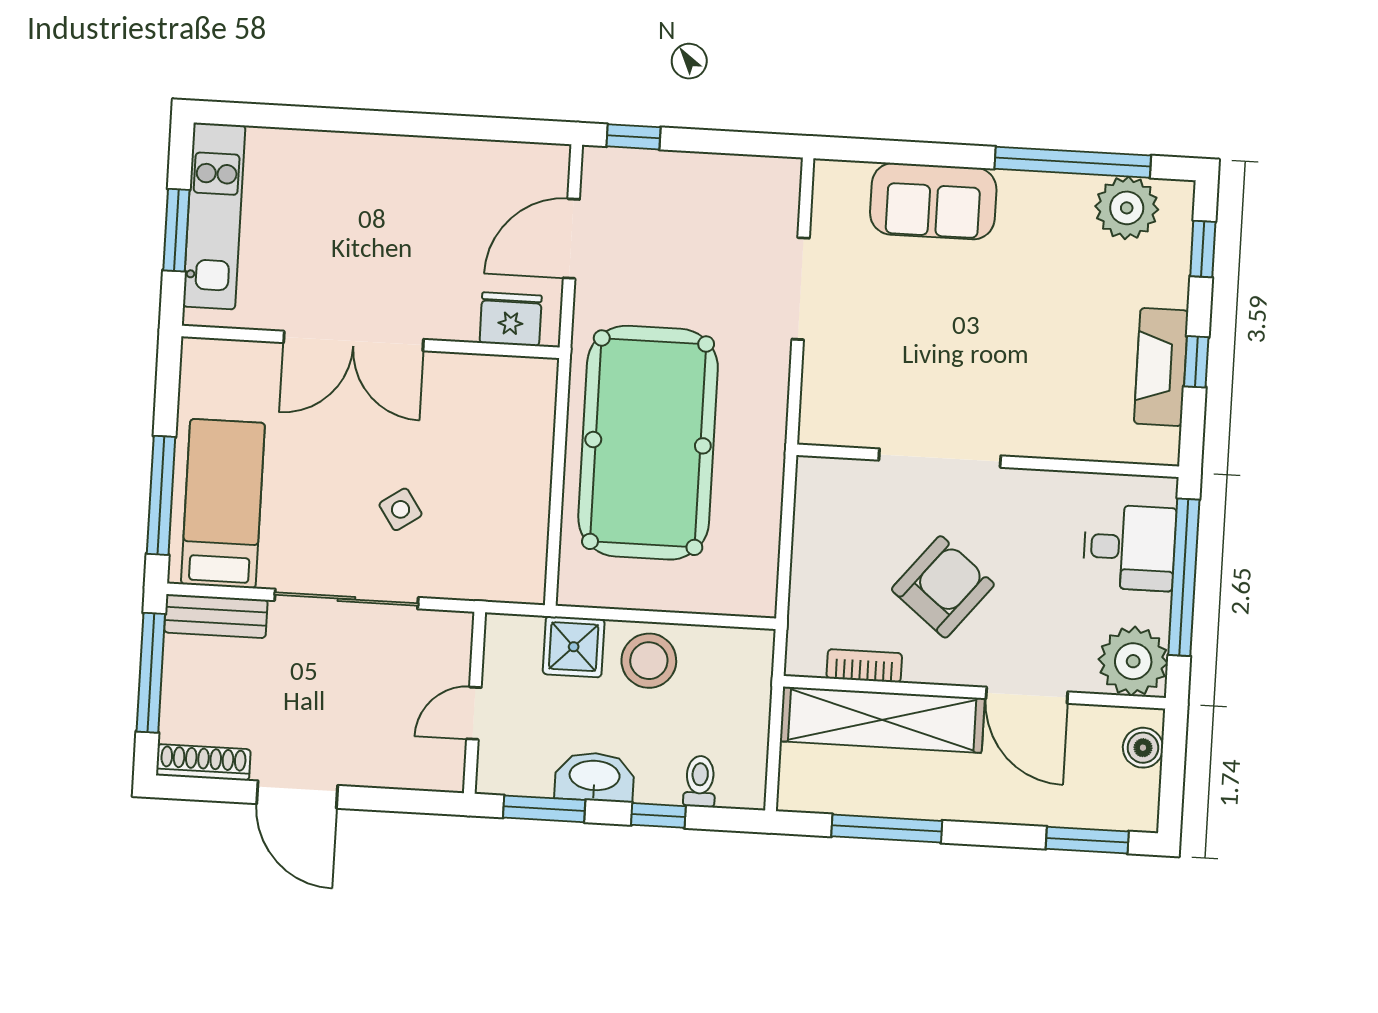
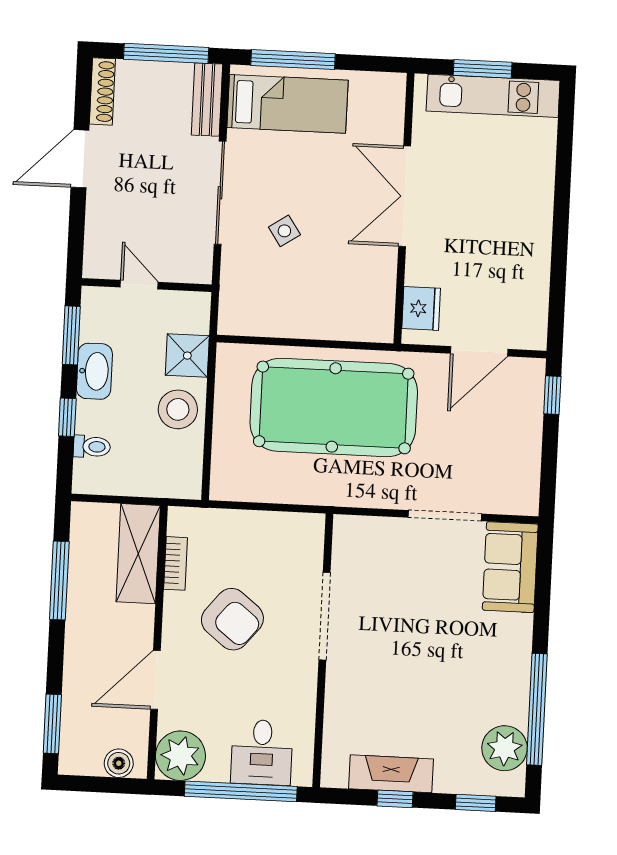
sofa: (933, 201) -> (510, 567), moved
door: (571, 239) -> (479, 351), swing flipped
shelving: (882, 720) -> (138, 554), width x0.68

